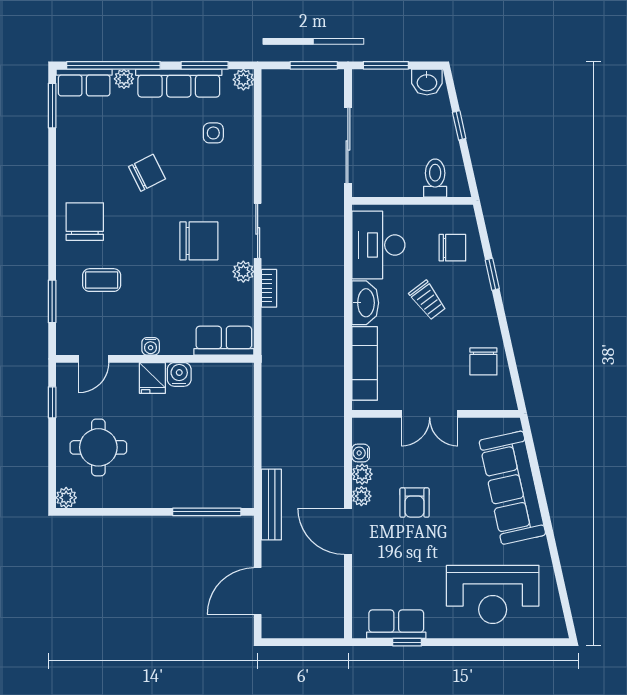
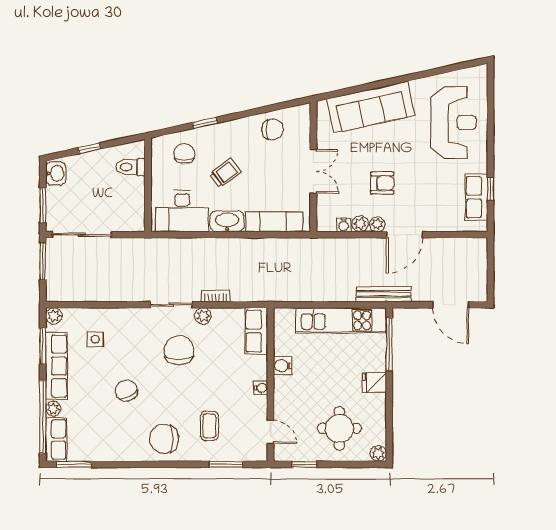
sliding door: (348, 145) -> (82, 235), moved
fridge: (152, 378) -> (374, 382), moved, turned 180
kitchen unit: (238, 450) -> (341, 320), added

